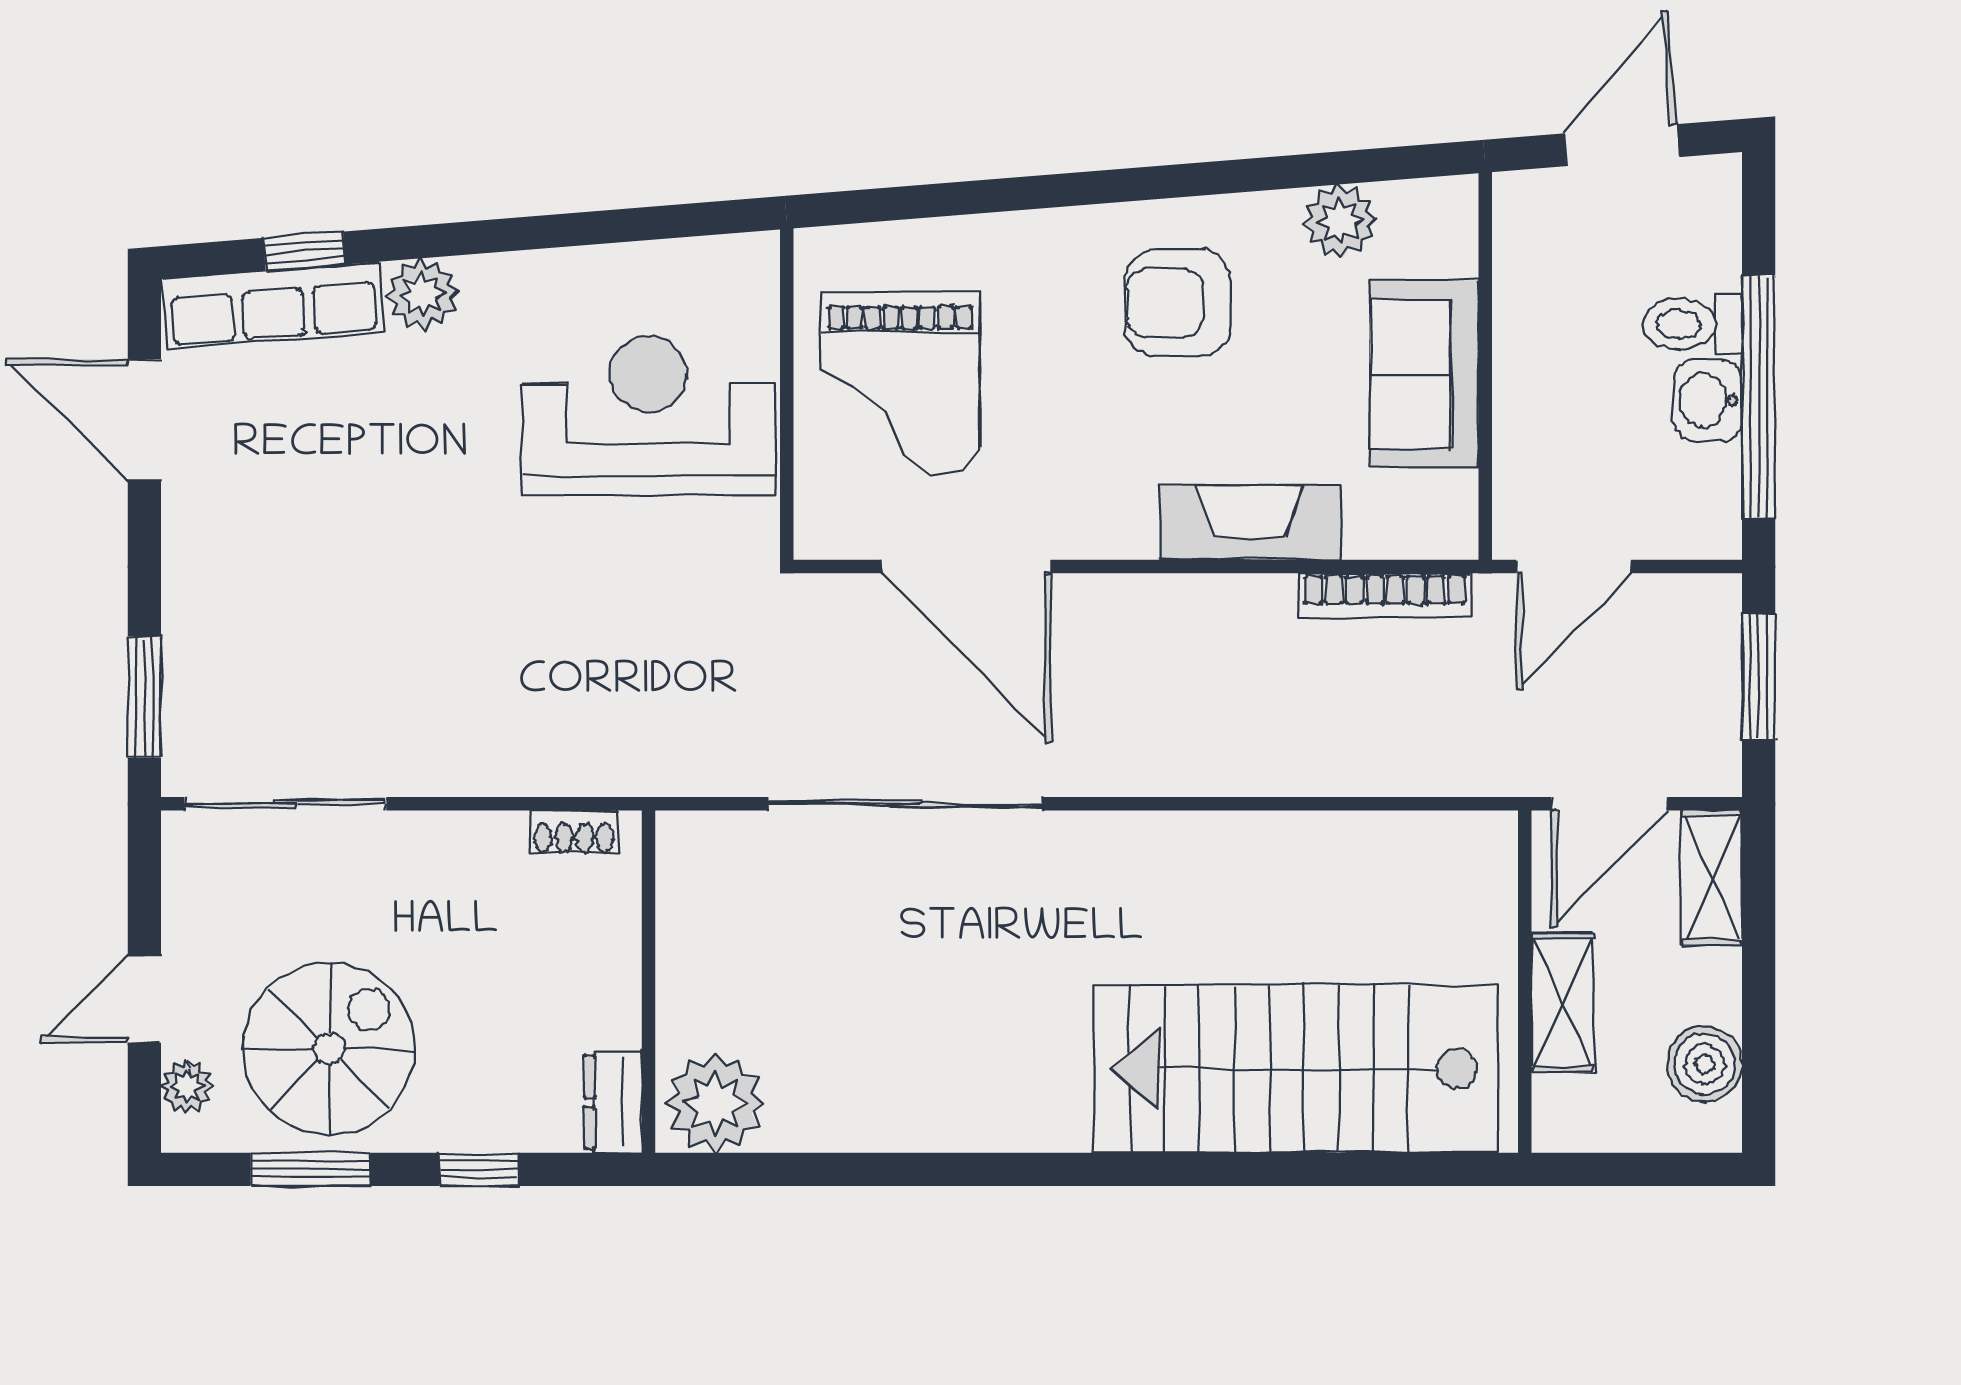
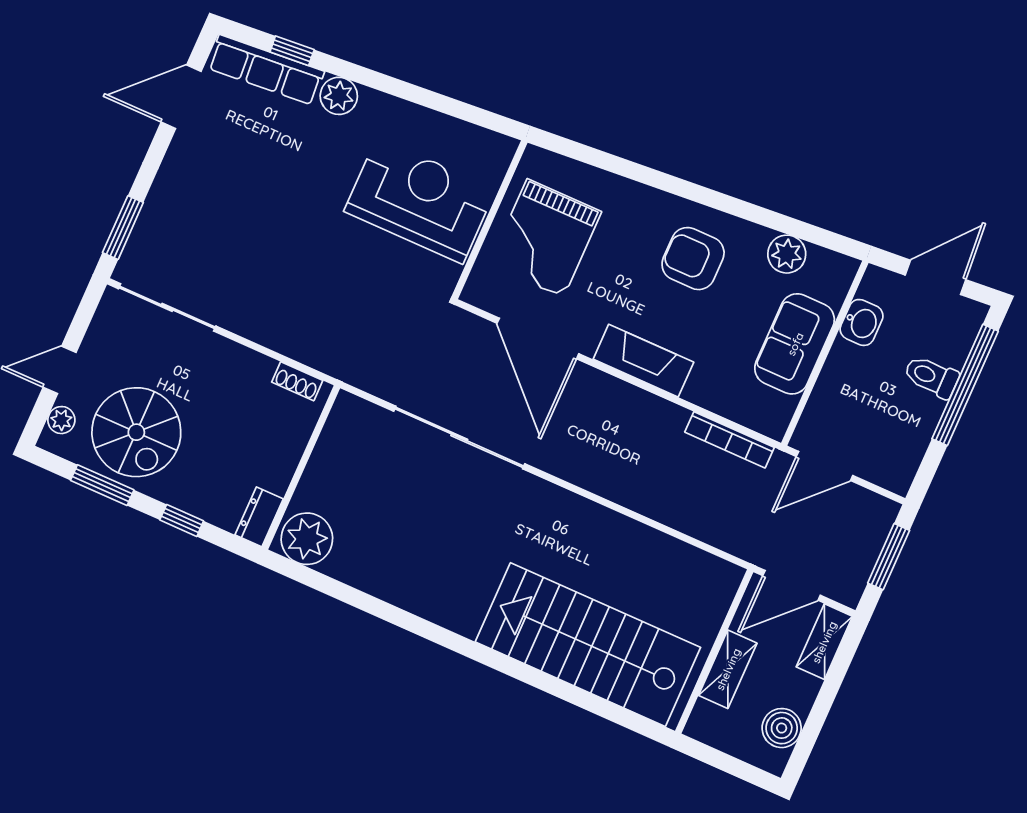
window: (1759, 397) -> (965, 385), moved
washbasin: (1708, 400) -> (862, 322), moved, turned 180
door: (144, 420) -> (181, 97), hinge flipped
fireplace: (1250, 523) -> (643, 361), moved
spiral stairs: (329, 1049) -> (136, 432), turned 90

